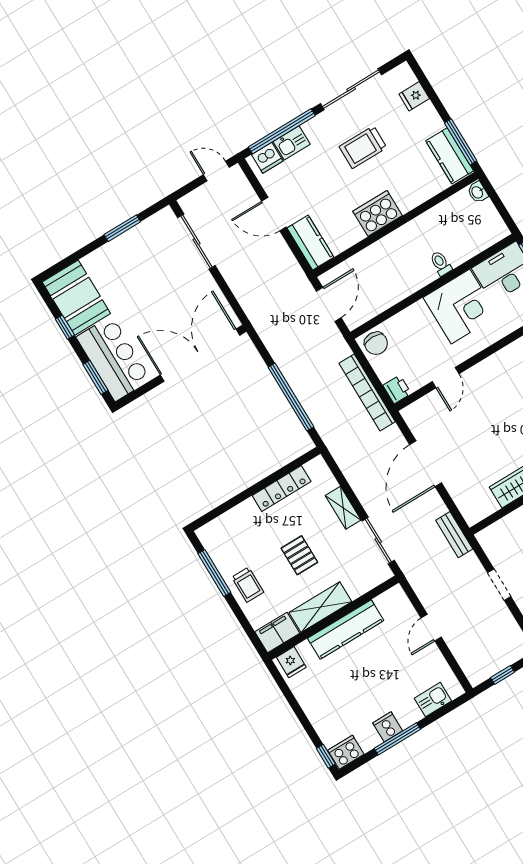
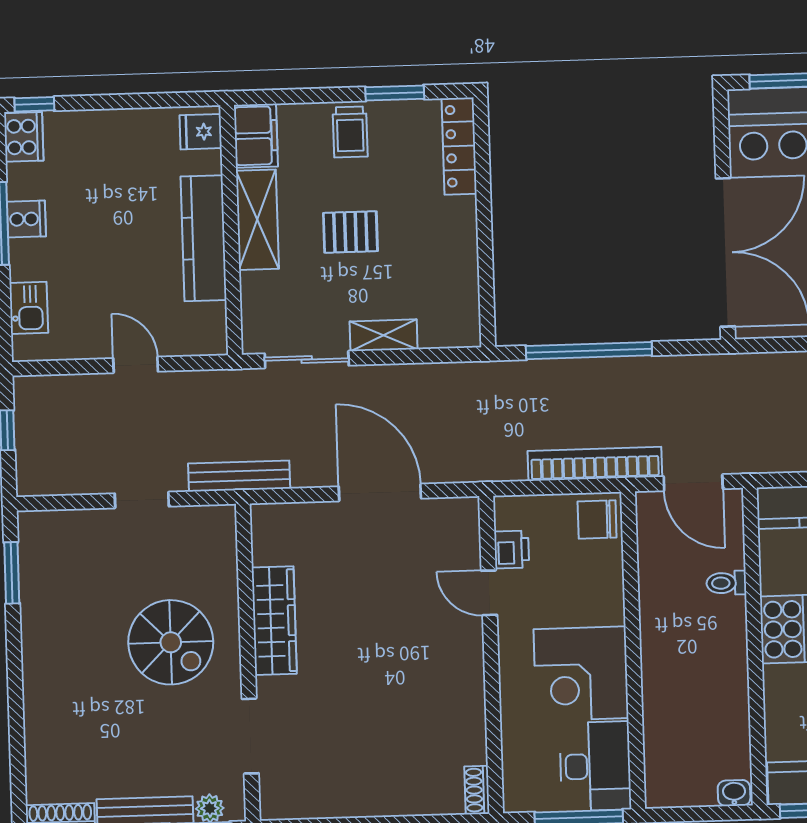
toilet: (441, 263) -> (726, 583), moved, turned 180
printer: (397, 389) -> (512, 549), moved, turned -90
bookcase: (367, 393) -> (595, 464), moved
locker: (282, 489) -> (459, 146), moved
bench: (454, 535) -> (239, 476), width x1.36
window: (214, 573) -> (395, 93), width x0.69
trolley: (248, 585) -> (350, 132), turned -90

